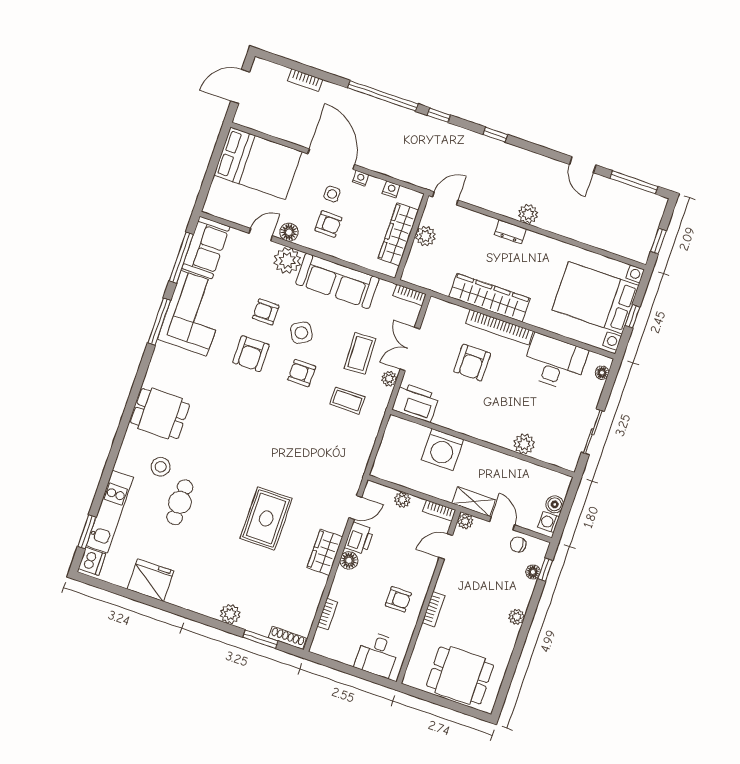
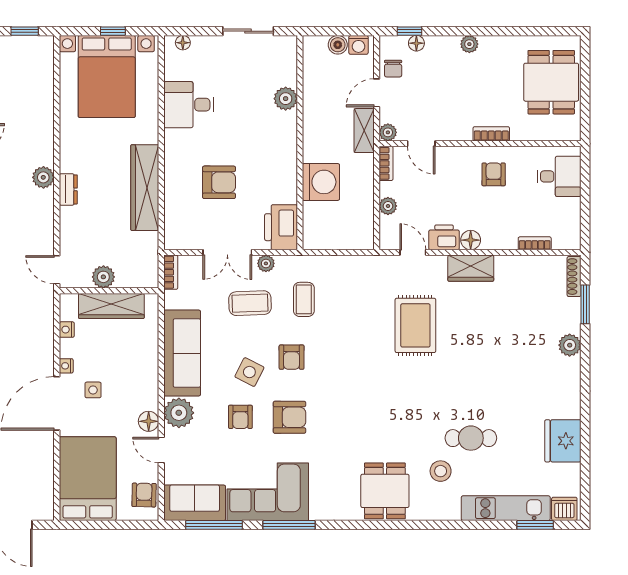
armchair: (328, 224) -> (144, 495), moved
bookcase: (499, 327) -> (172, 167), removed
side table: (301, 333) -> (249, 372), turned -33
desk: (555, 362) -> (189, 105), width x0.73
rug: (266, 518) -> (415, 325), moved, turned 90

